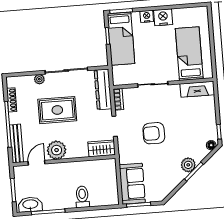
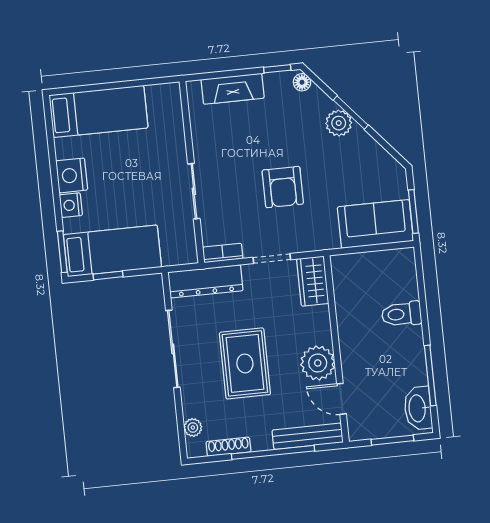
bed: (189, 54) -> (98, 111), moved, turned 180
plant: (39, 79) -> (193, 427), moved
fireplace: (197, 89) -> (233, 89), moved, turned 90

